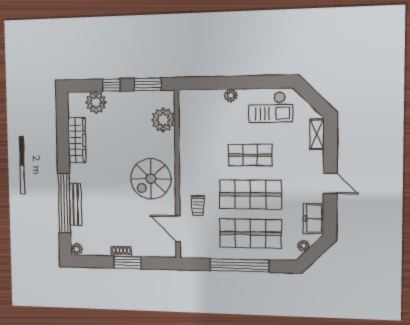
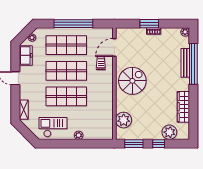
shop shelf: (250, 155) -> (66, 96), width x1.43, depth x1.36
door: (178, 229) -> (114, 47), swing flipped

